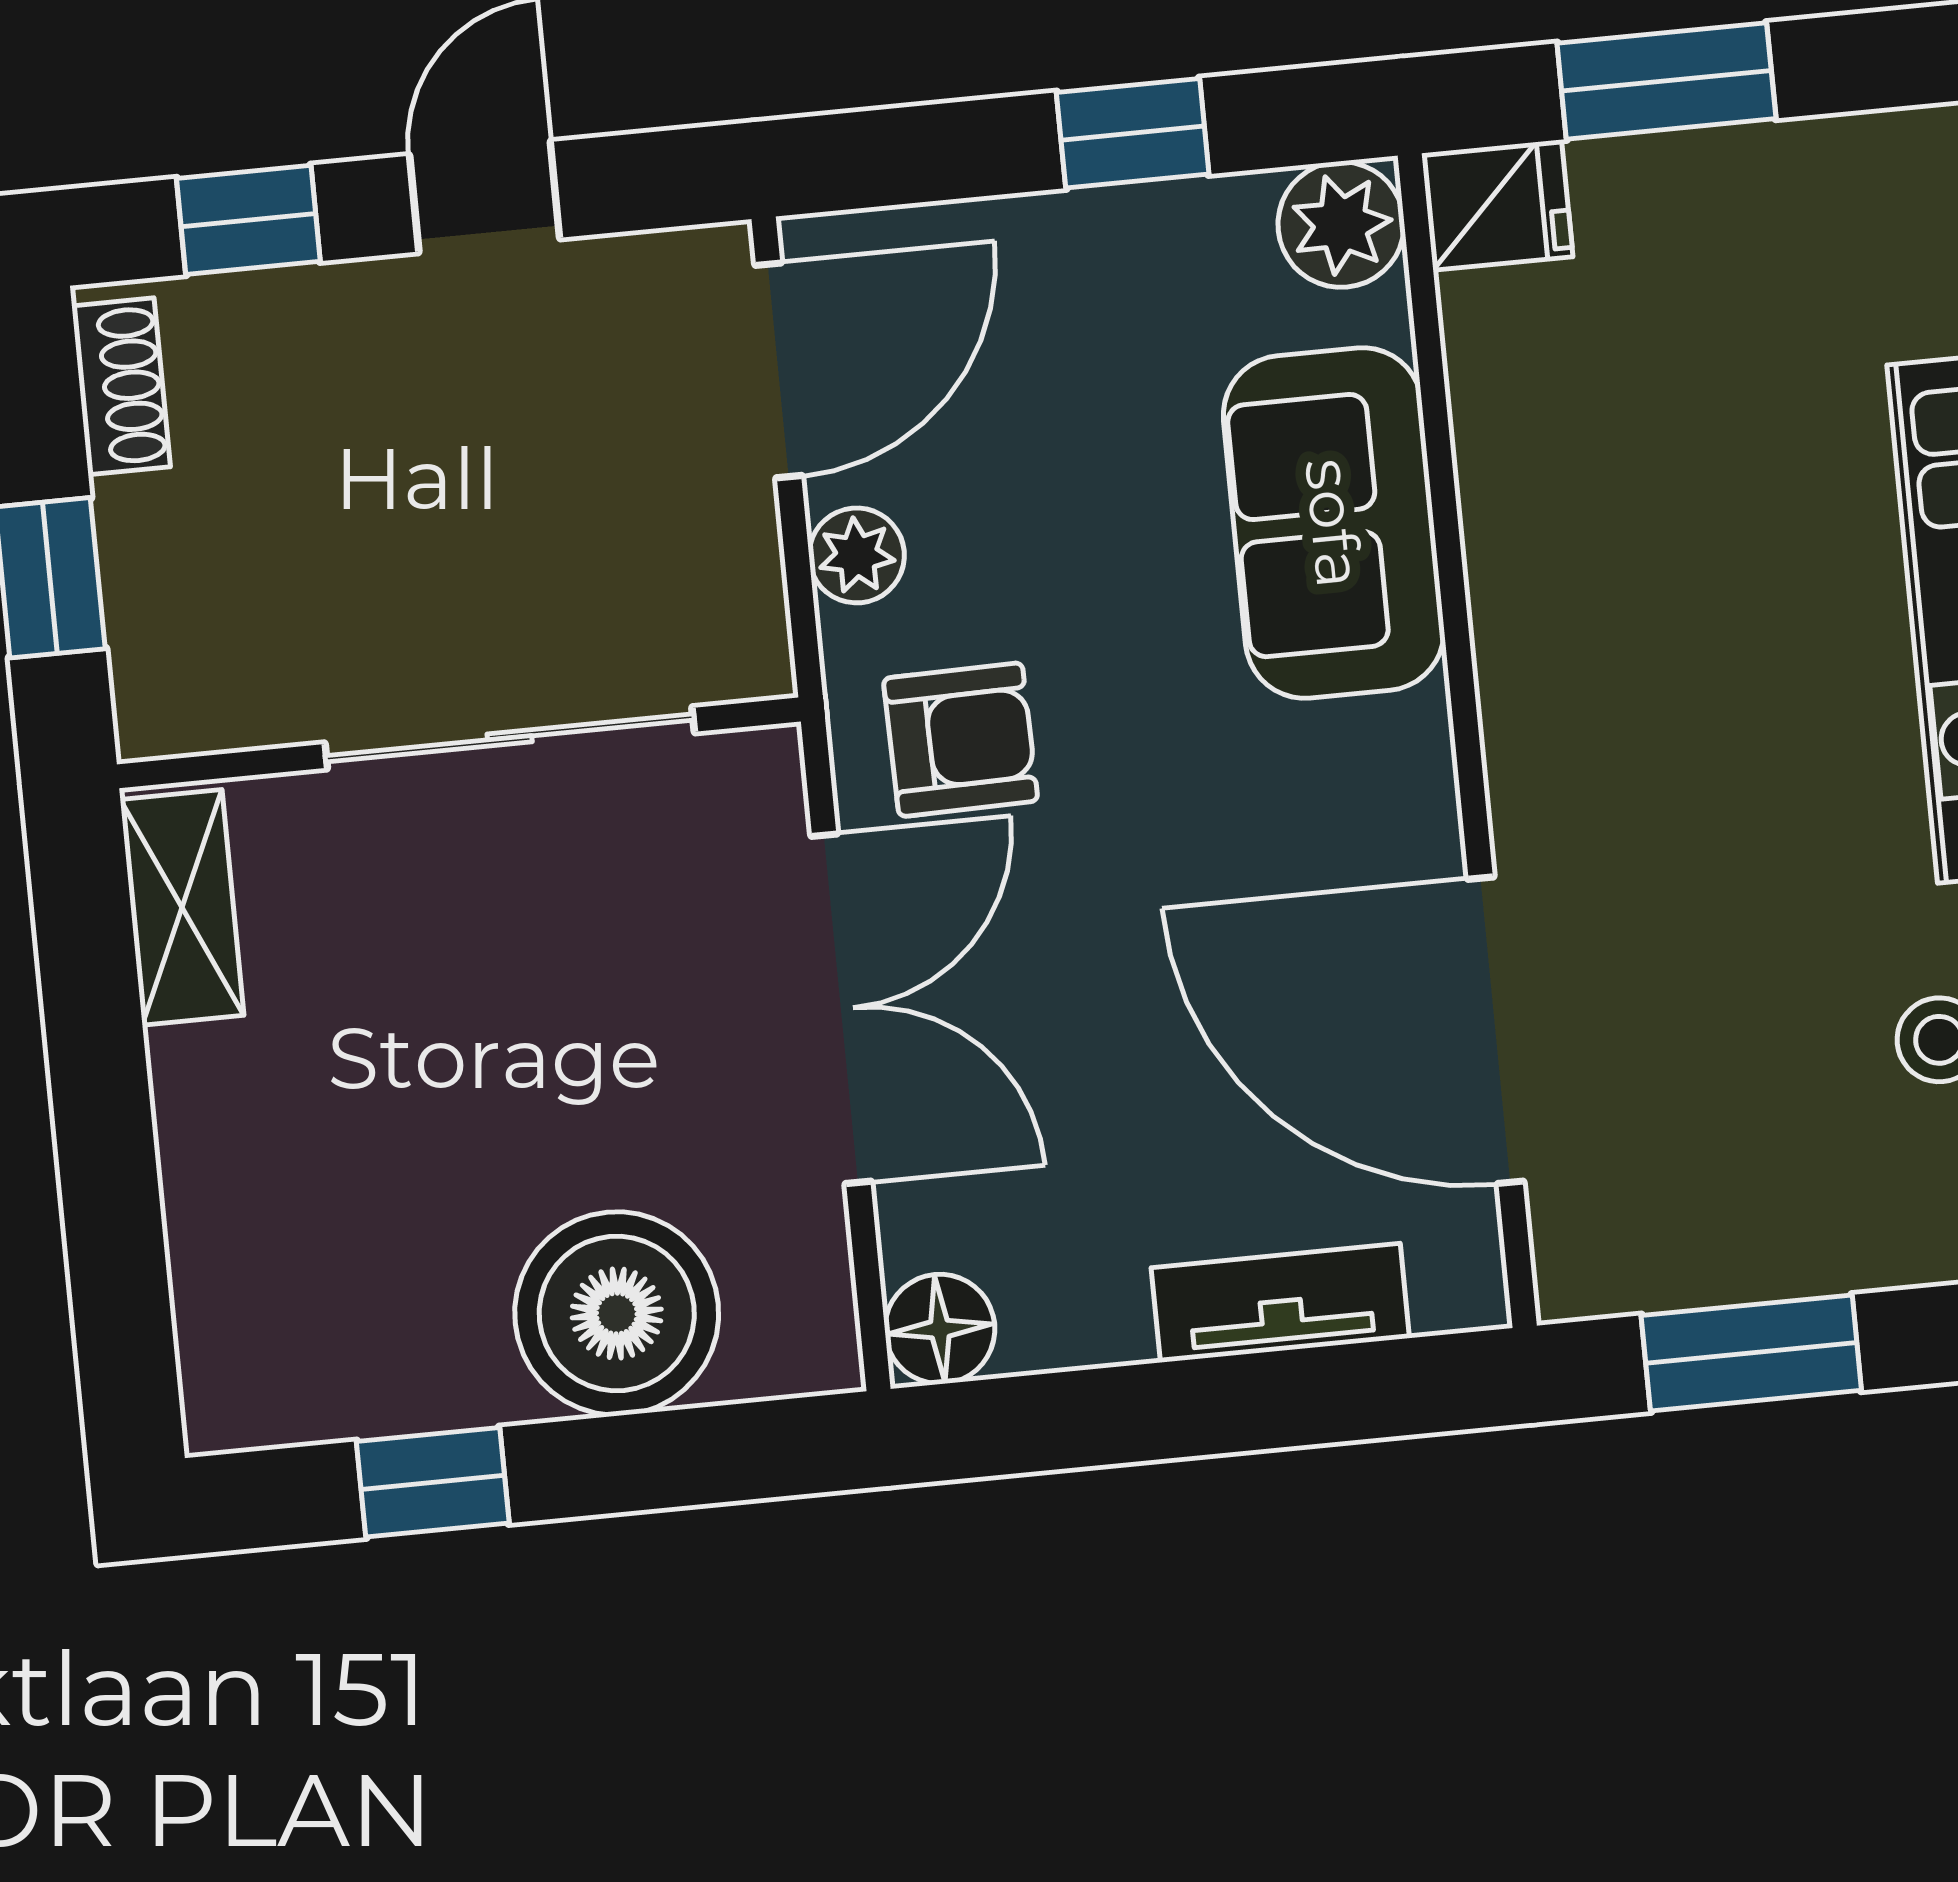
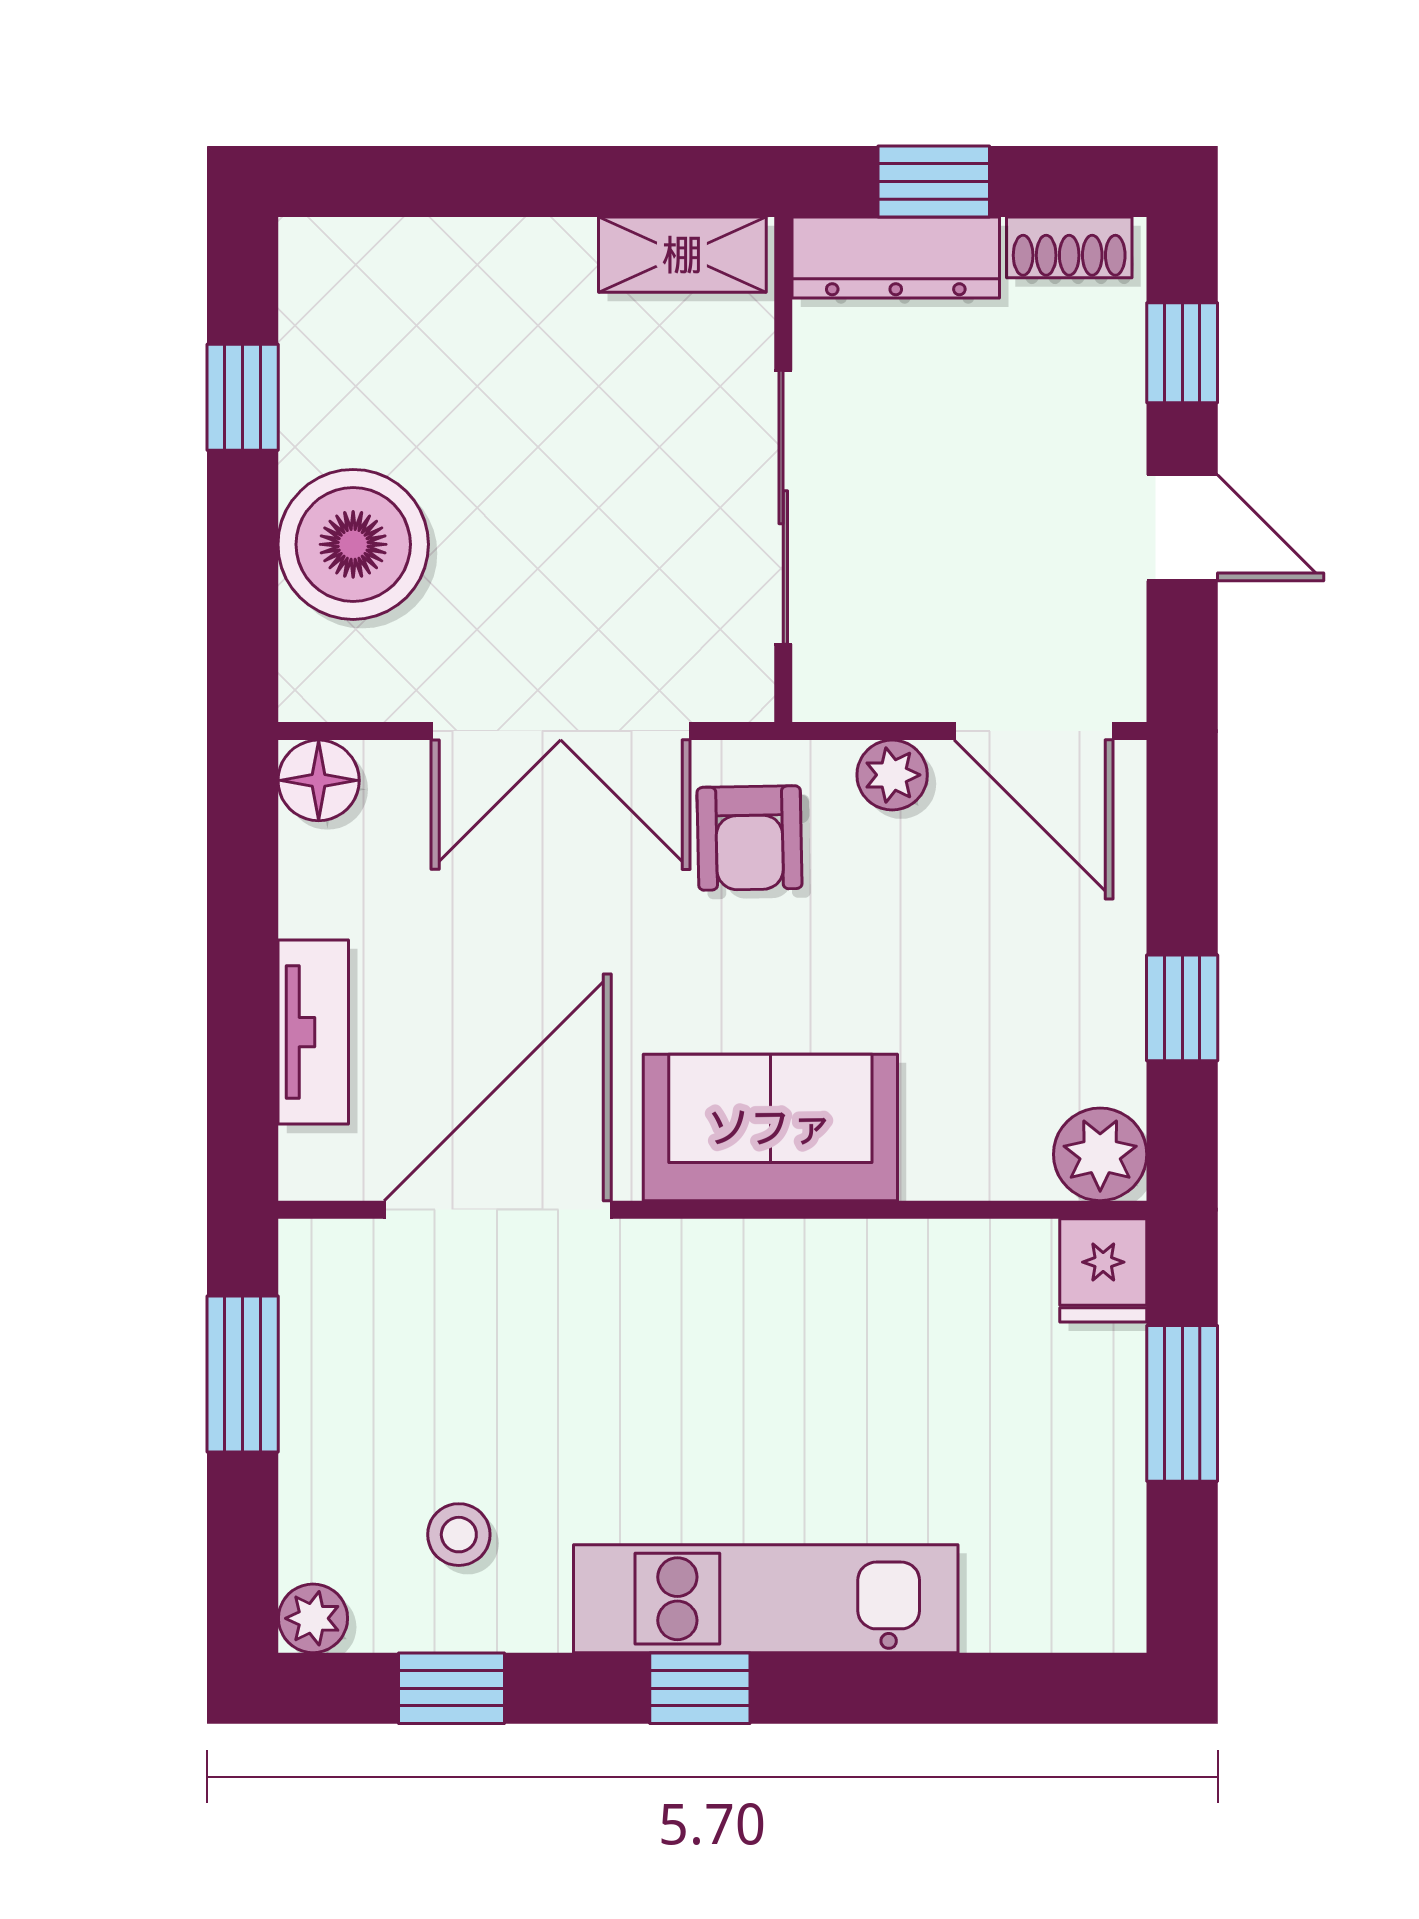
sofa: (1334, 523) -> (770, 1127), moved
dresser: (158, 619) -> (896, 258), added

